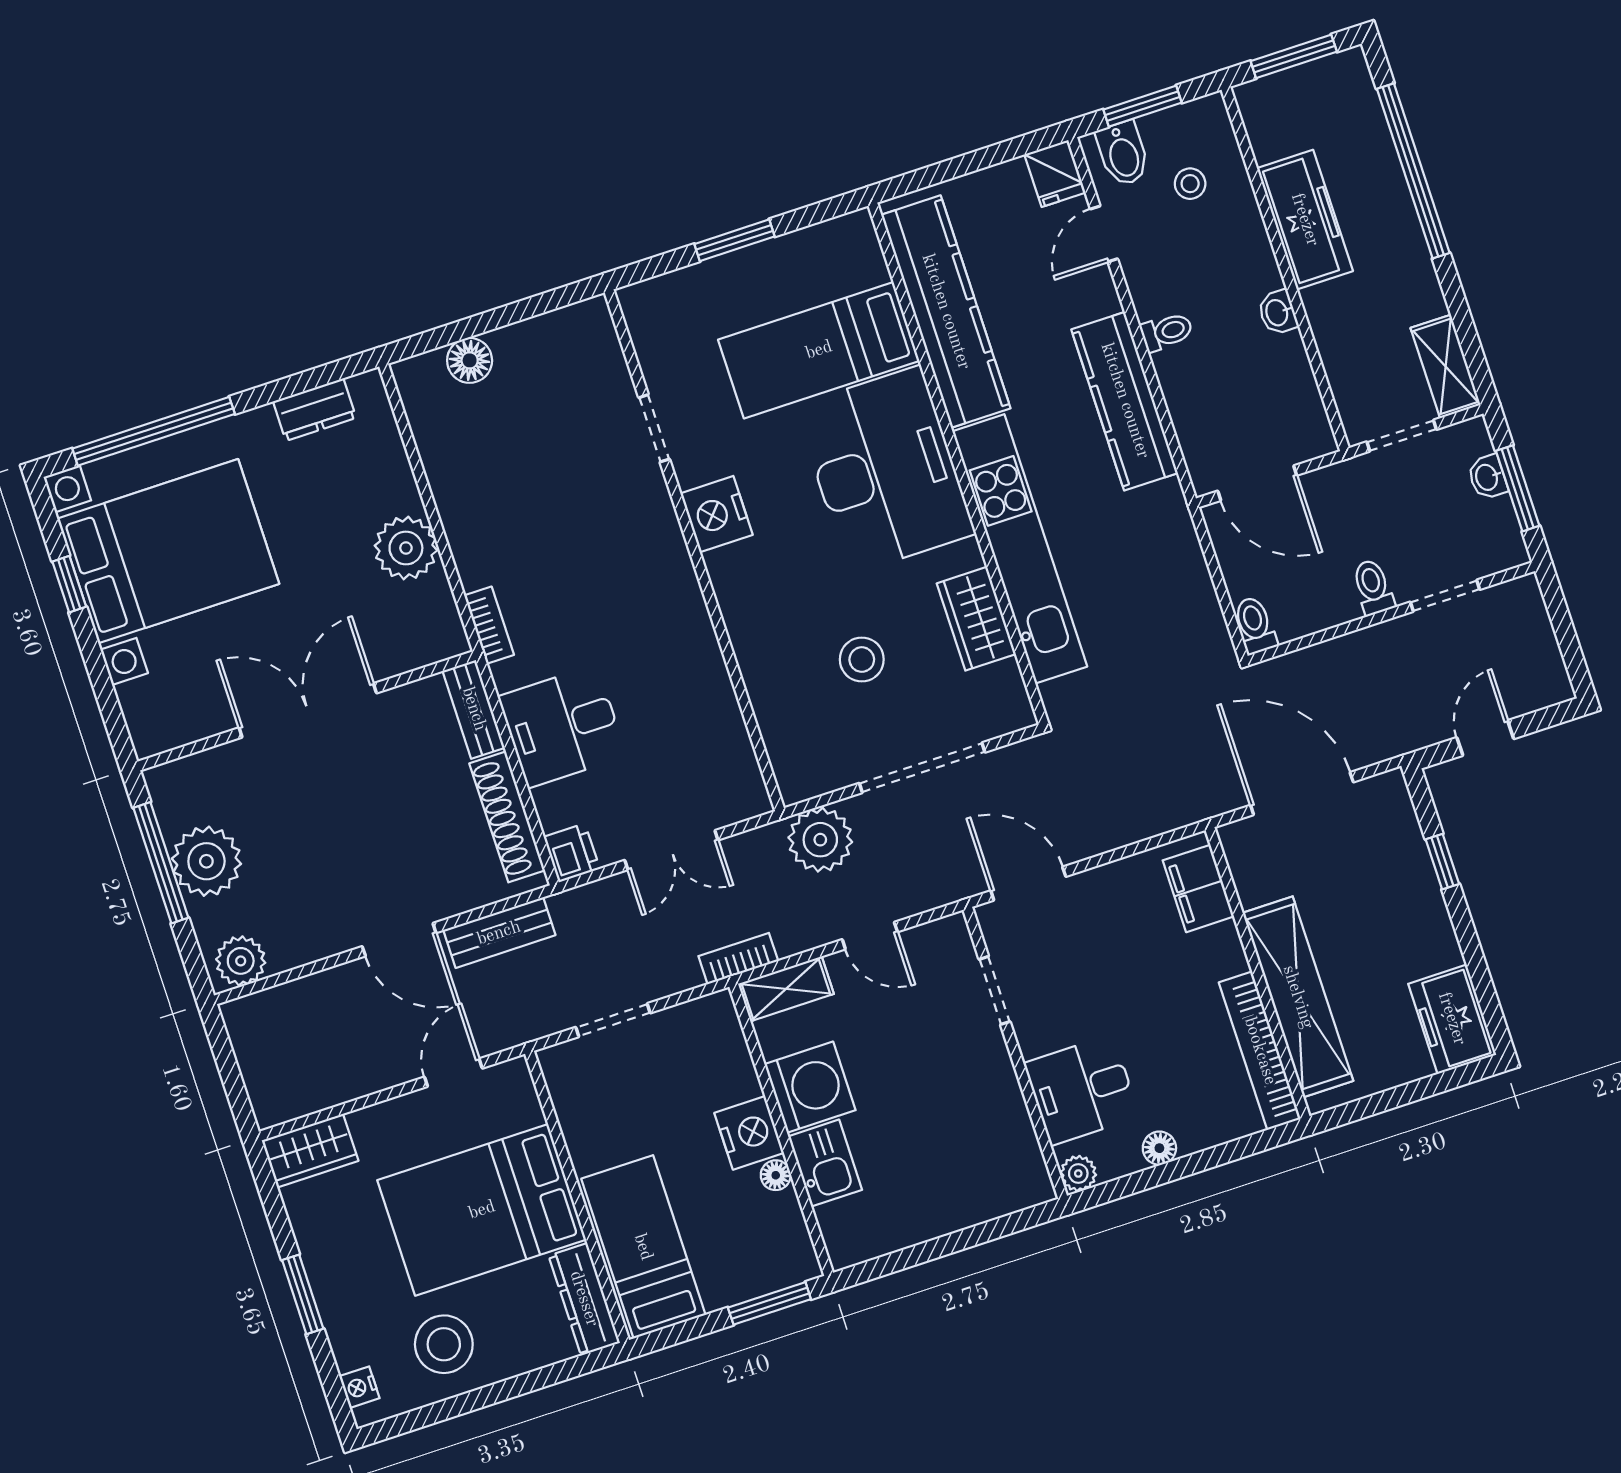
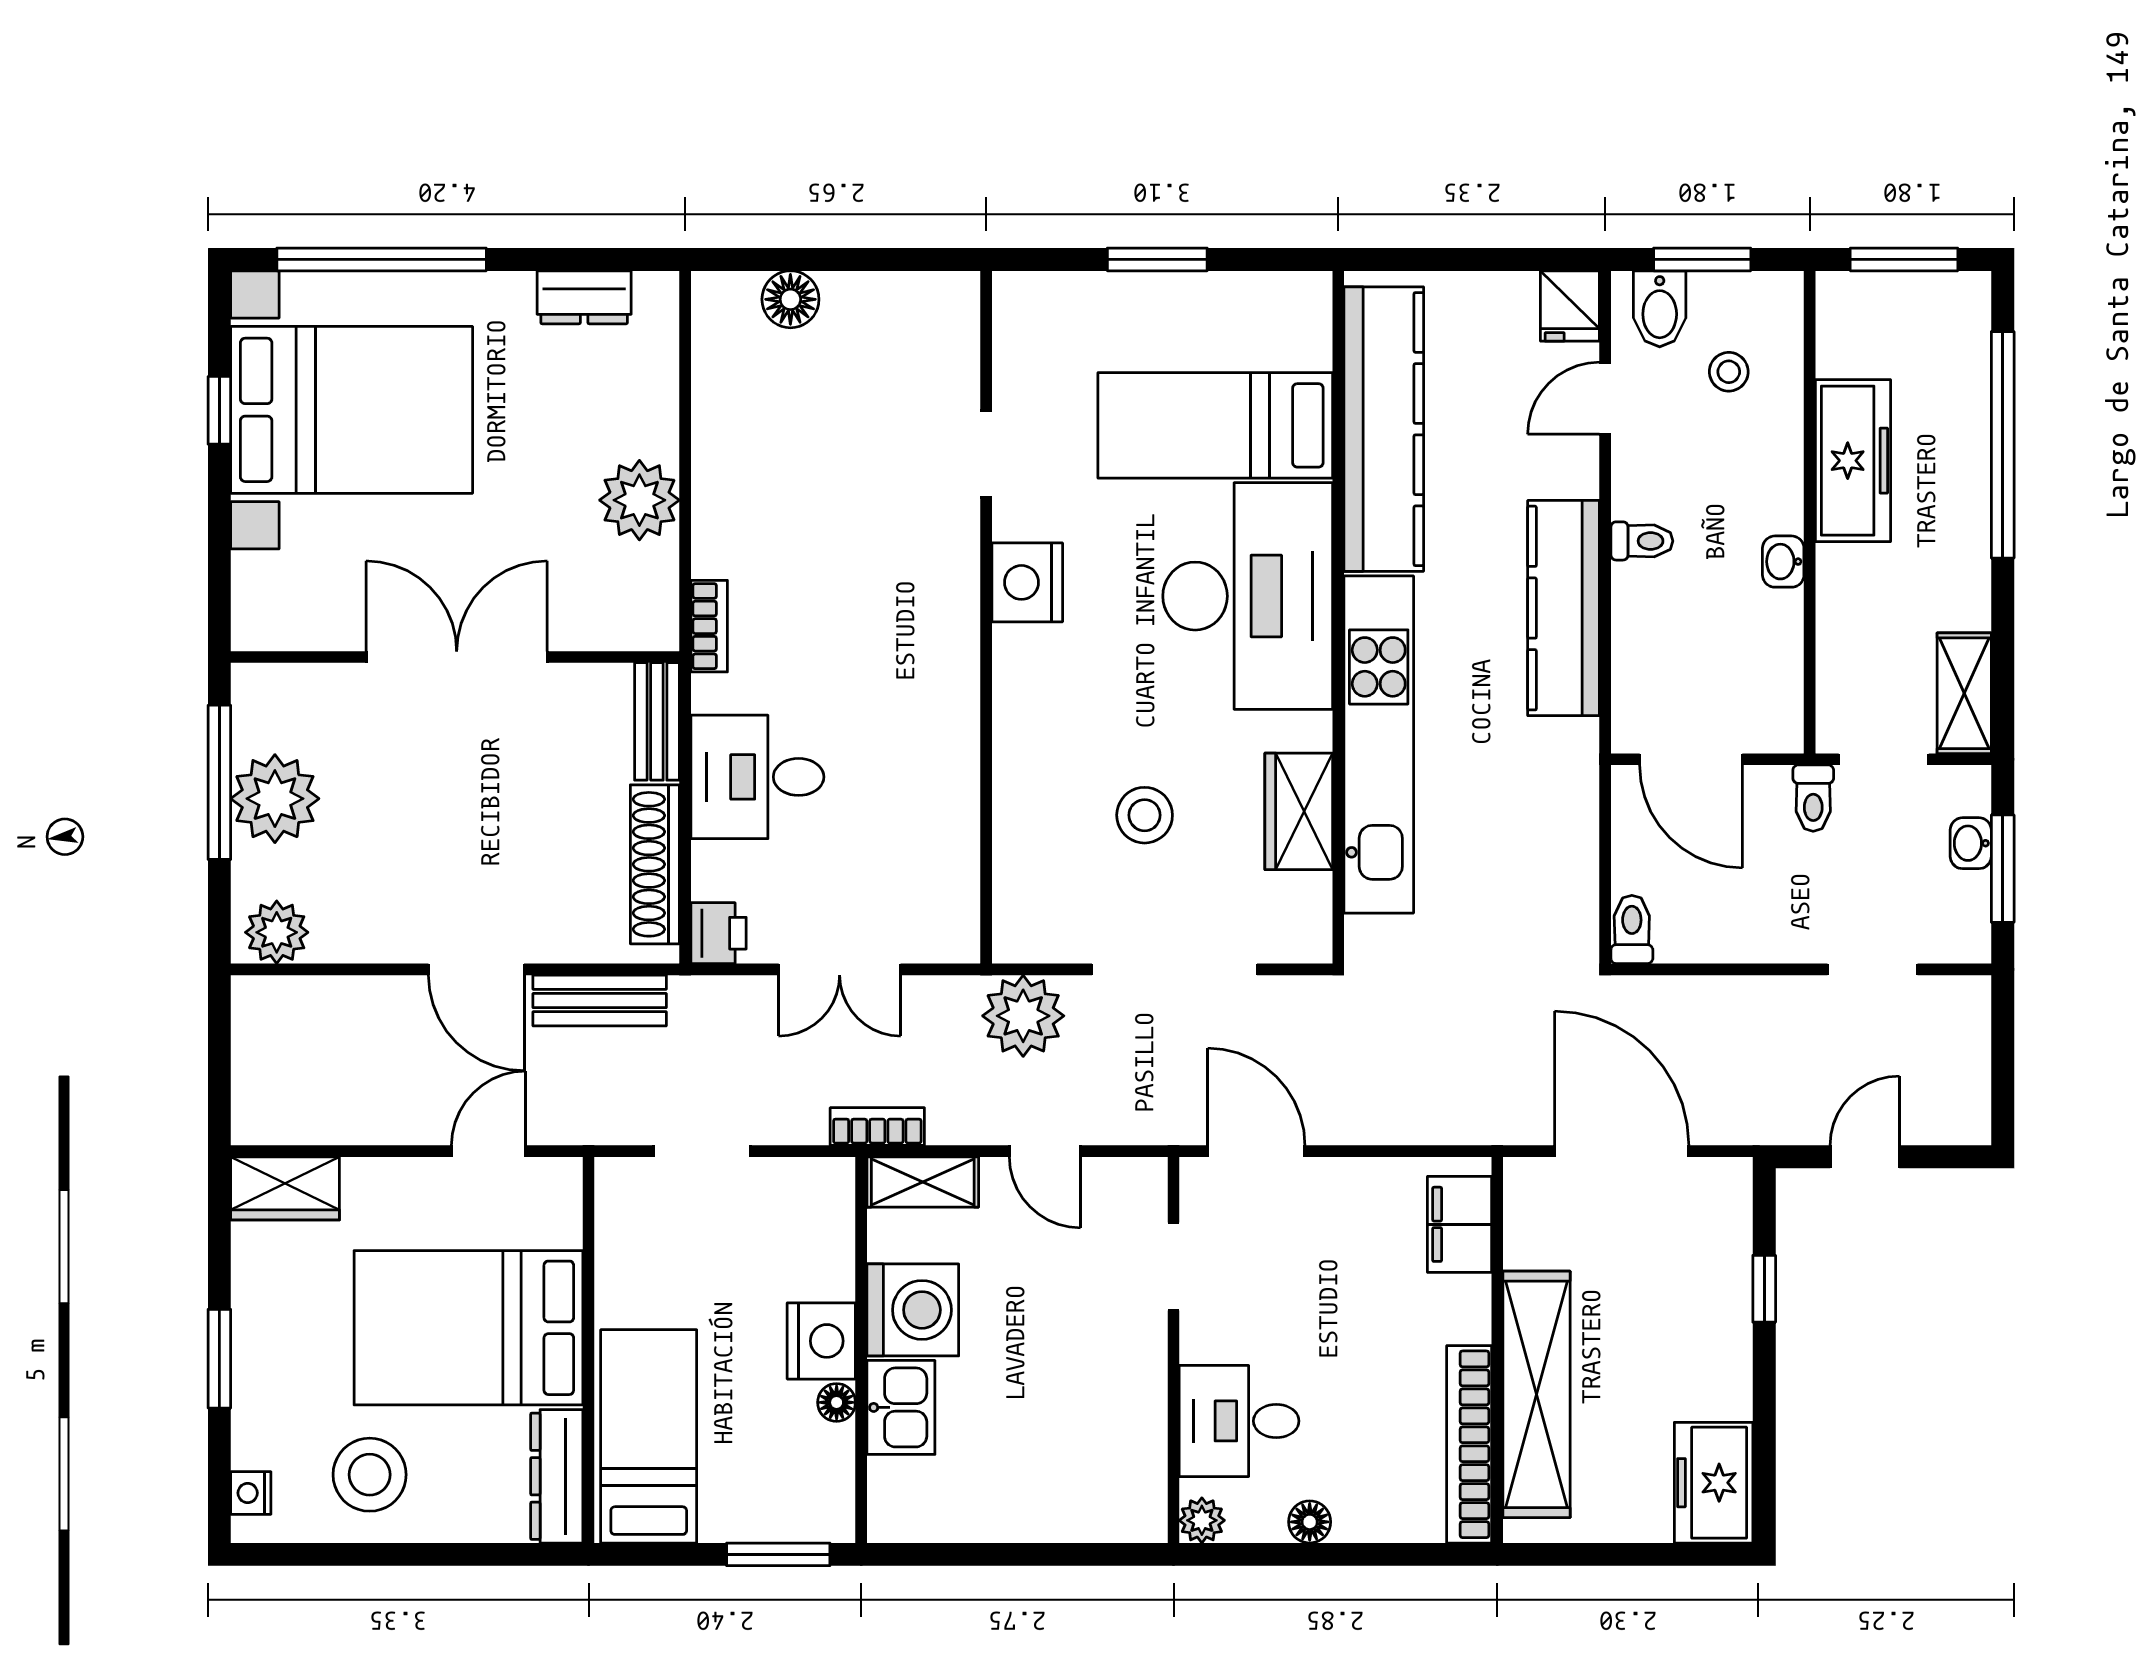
toilet: (1373, 587) -> (1813, 798), moved, turned 180

